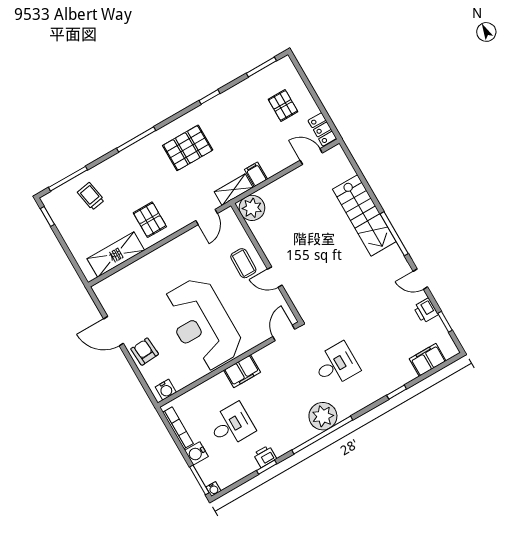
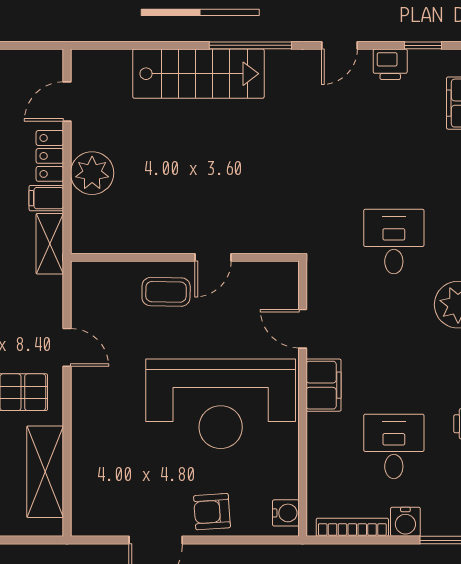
locker: (322, 129) -> (50, 156), moved, turned 90
plant: (252, 208) -> (92, 173), moved
door: (207, 217) -> (67, 347), moved
door: (284, 333) -> (303, 329), moved

